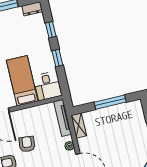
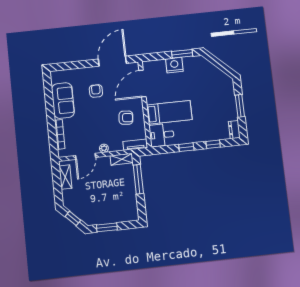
window: (110, 102) -> (138, 179), moved
tv unit: (63, 118) -> (135, 145), width x0.71
armchair: (27, 144) -> (126, 118), moved

